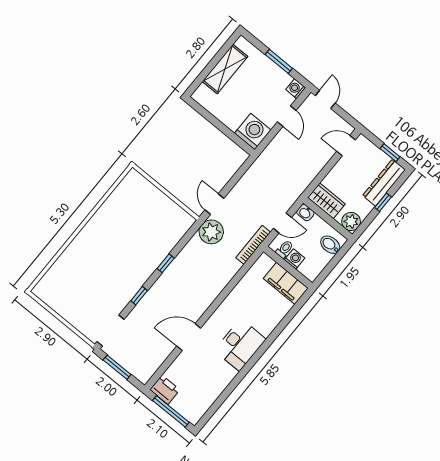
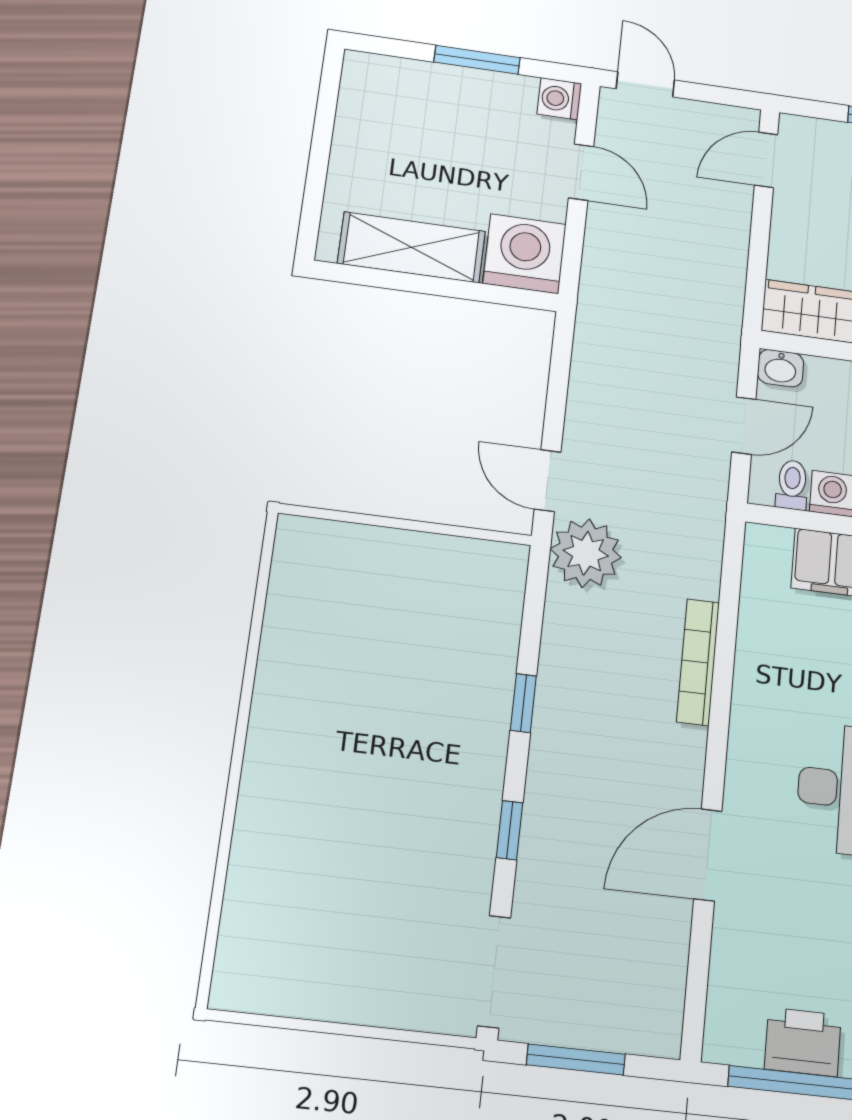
shelving: (225, 69) -> (412, 247), moved, turned 90
bookcase: (253, 245) -> (698, 662), moved
printer: (165, 390) -> (803, 1042), moved

